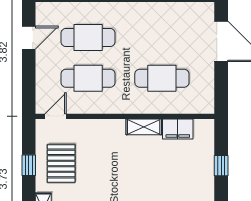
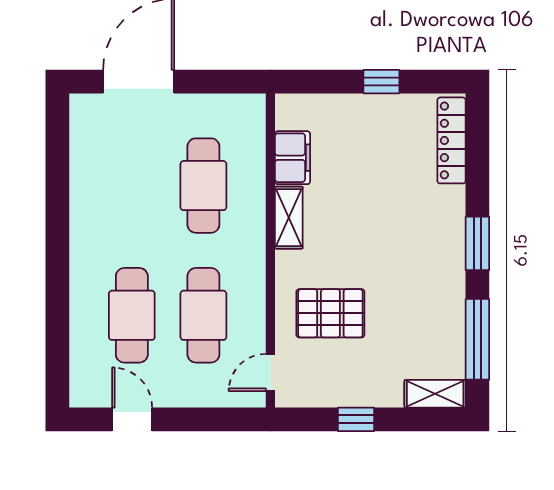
door: (55, 116) -> (270, 372), hinge flipped
pallet: (61, 163) -> (330, 313), moved
window: (221, 166) -> (381, 82), moved

